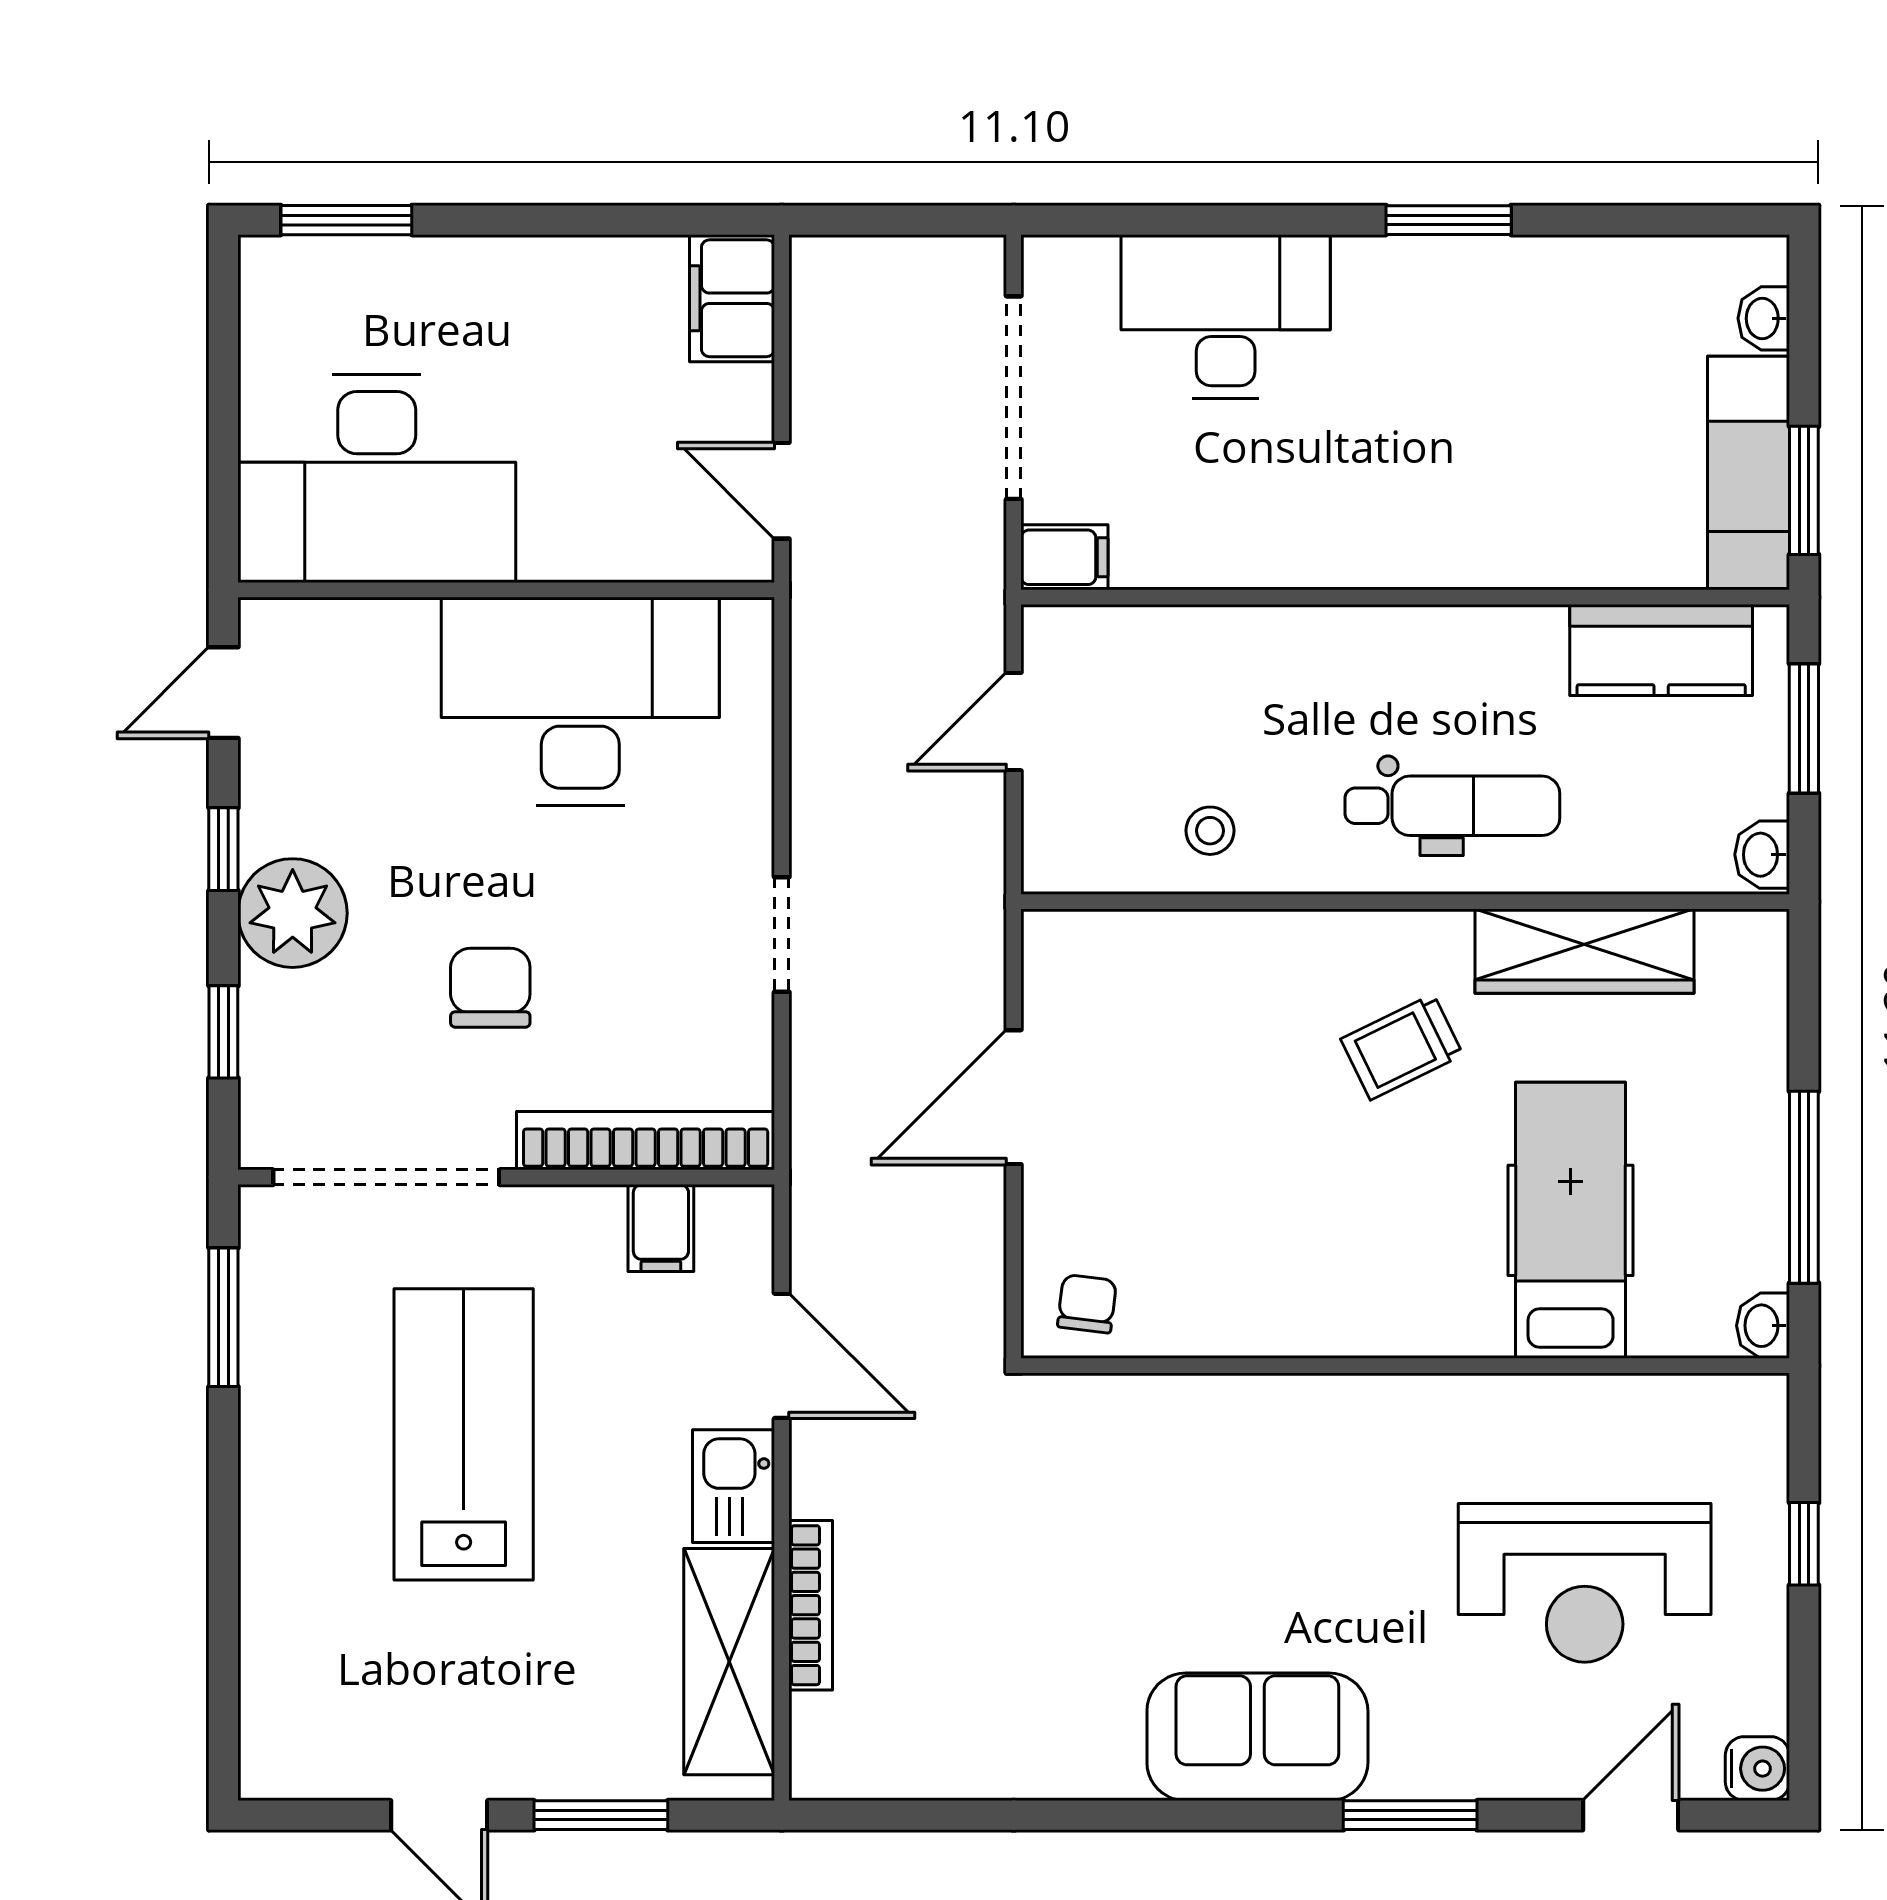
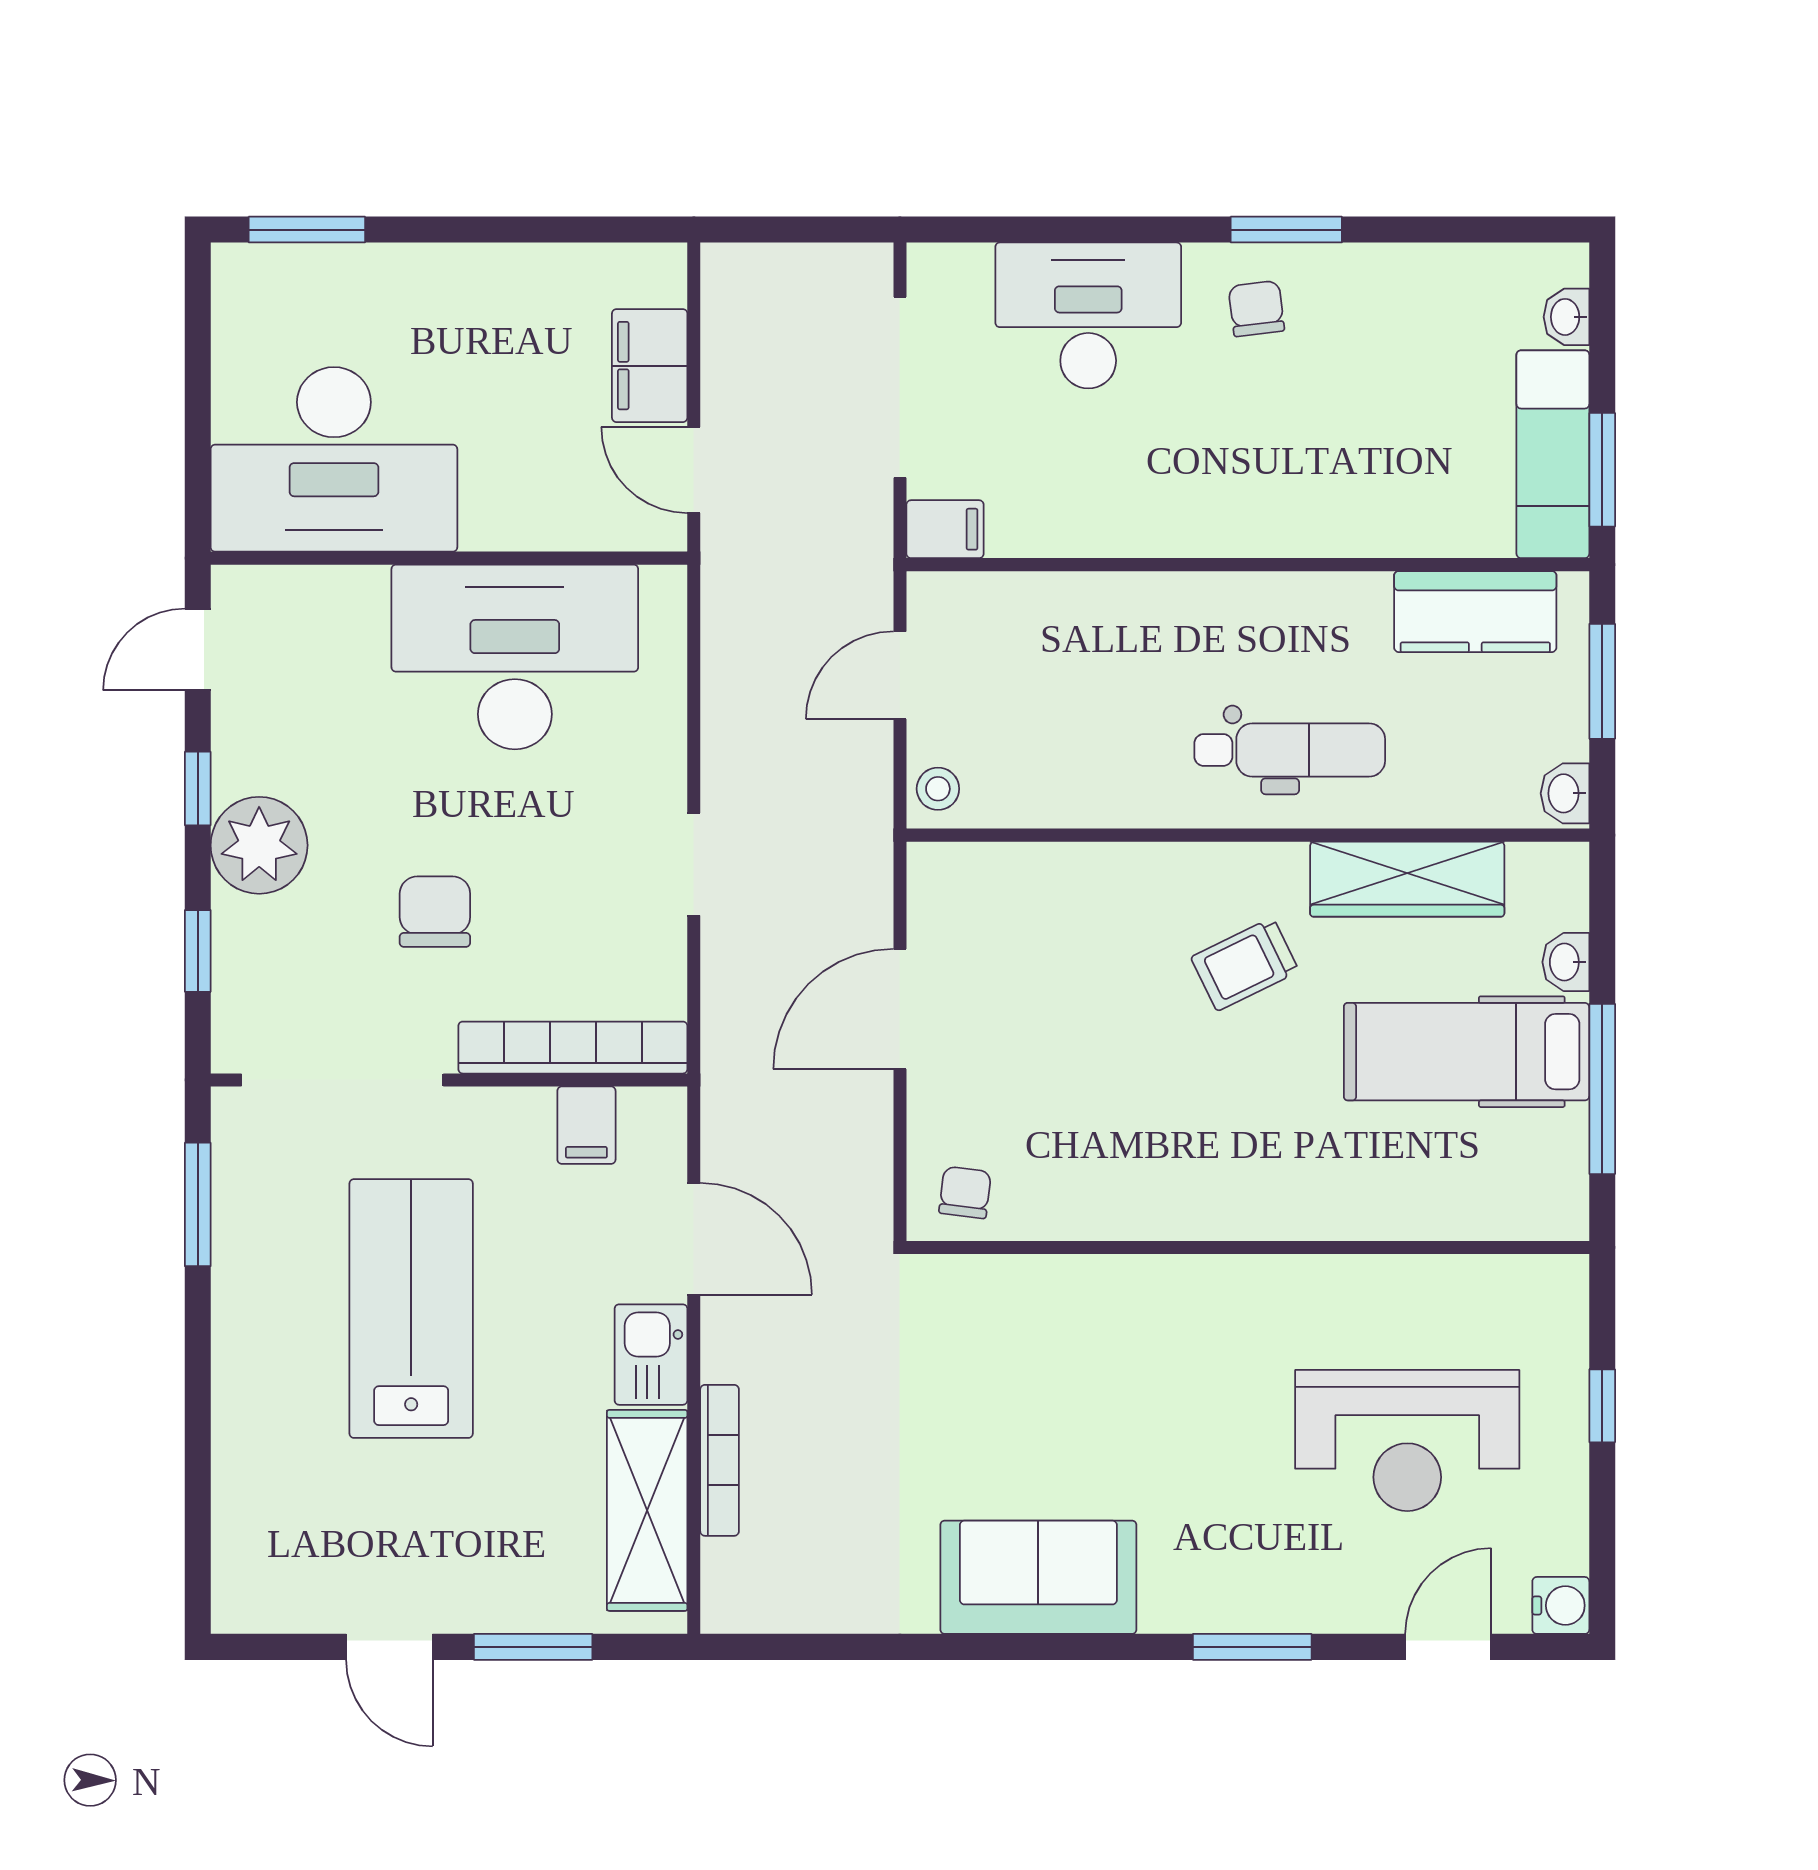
filing cabinet: (732, 298) -> (650, 366), moved
chair: (1415, 309) -> (1256, 309), added
stool: (1210, 831) -> (938, 789), moved
hospital bed: (1571, 1220) -> (1467, 1052), moved, turned -90
washbasin: (1763, 1326) -> (1566, 962), moved
sofa: (1257, 1737) -> (1038, 1577), moved

